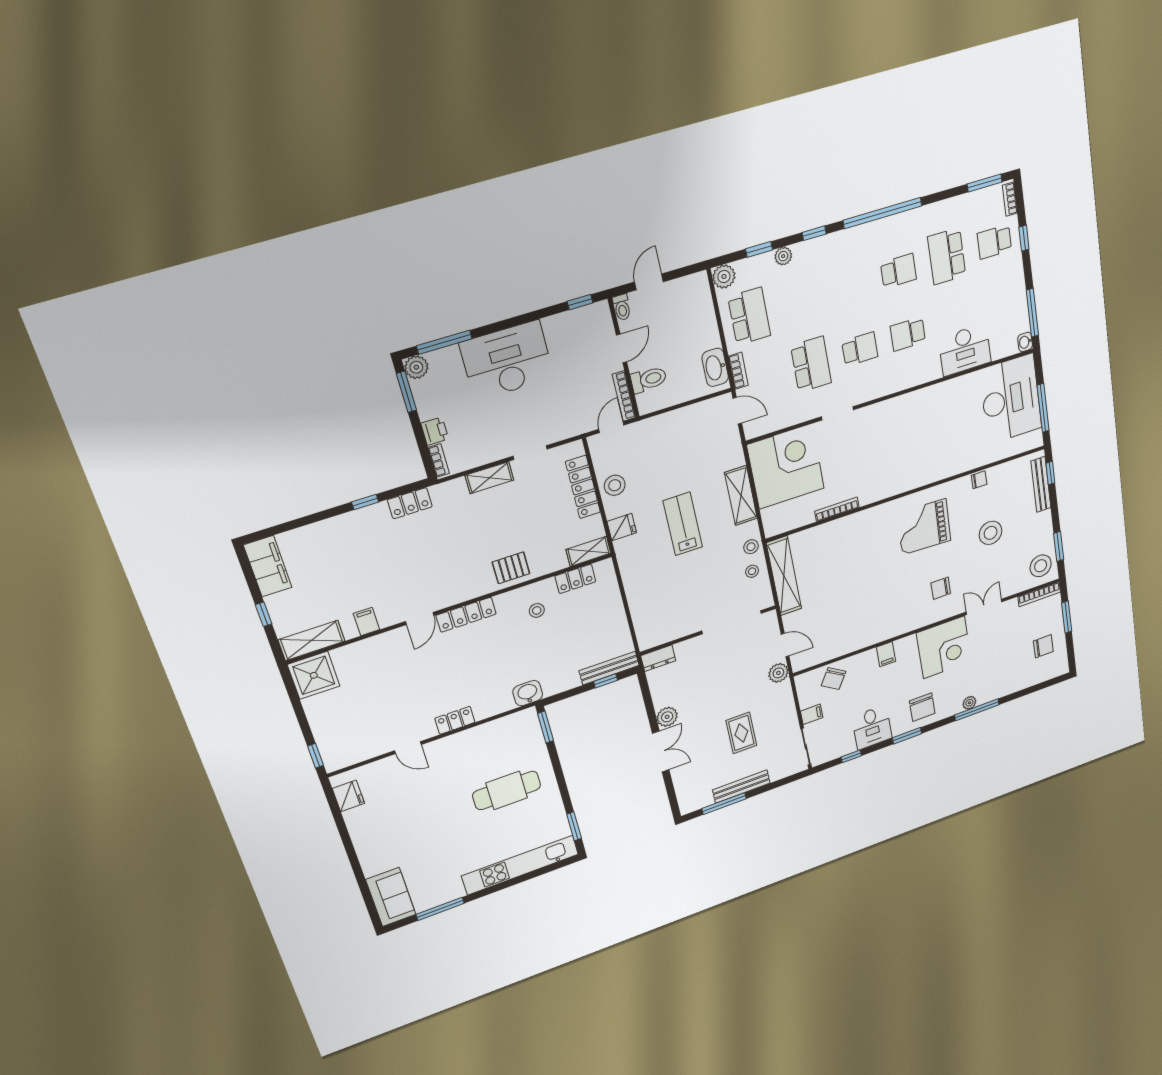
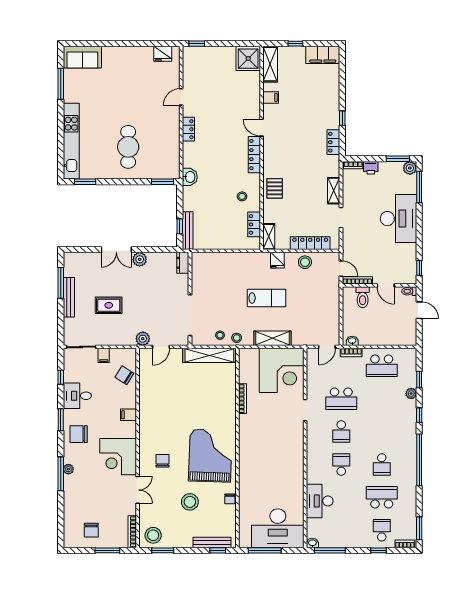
plant: (724, 277) -> (409, 355), removed
washbasin: (715, 367) -> (352, 341), width x0.52, depth x0.69
grand piano: (924, 527) -> (210, 456), width x1.37, depth x1.48

